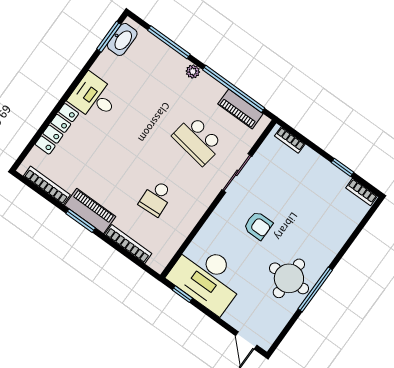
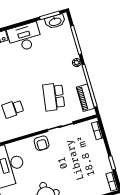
desk: (94, 97) -> (25, 37), width x1.37
armchair: (258, 225) -> (42, 143), moved

